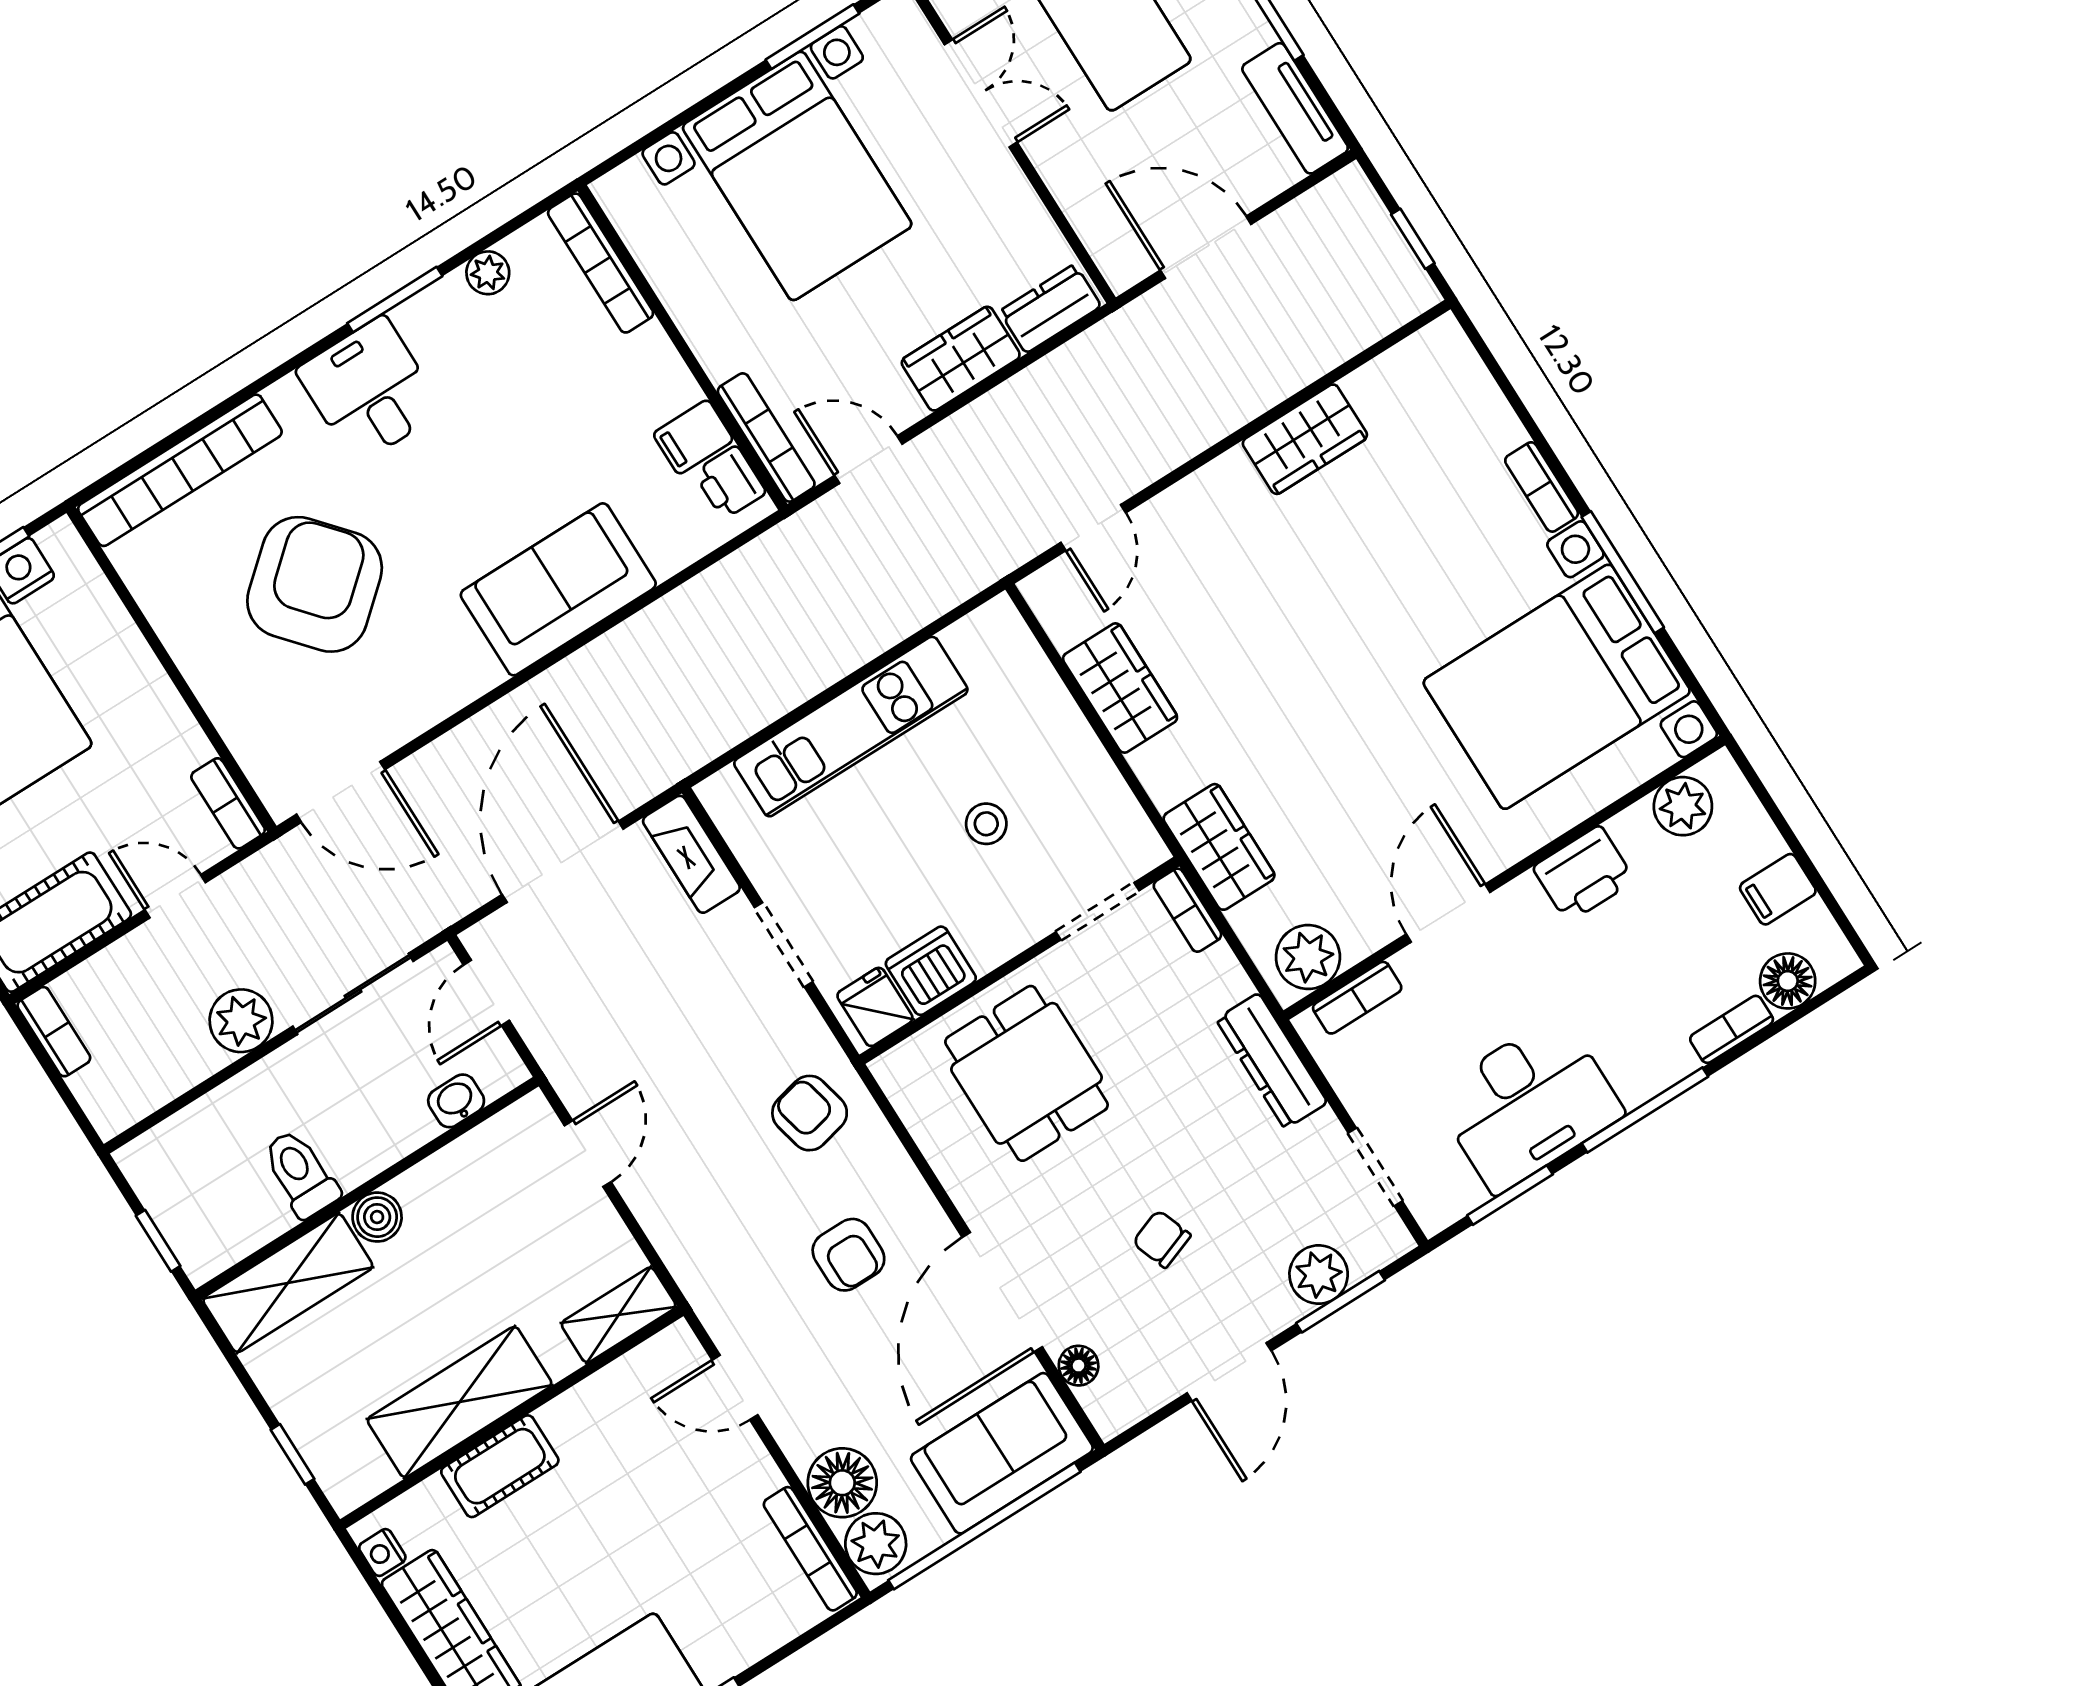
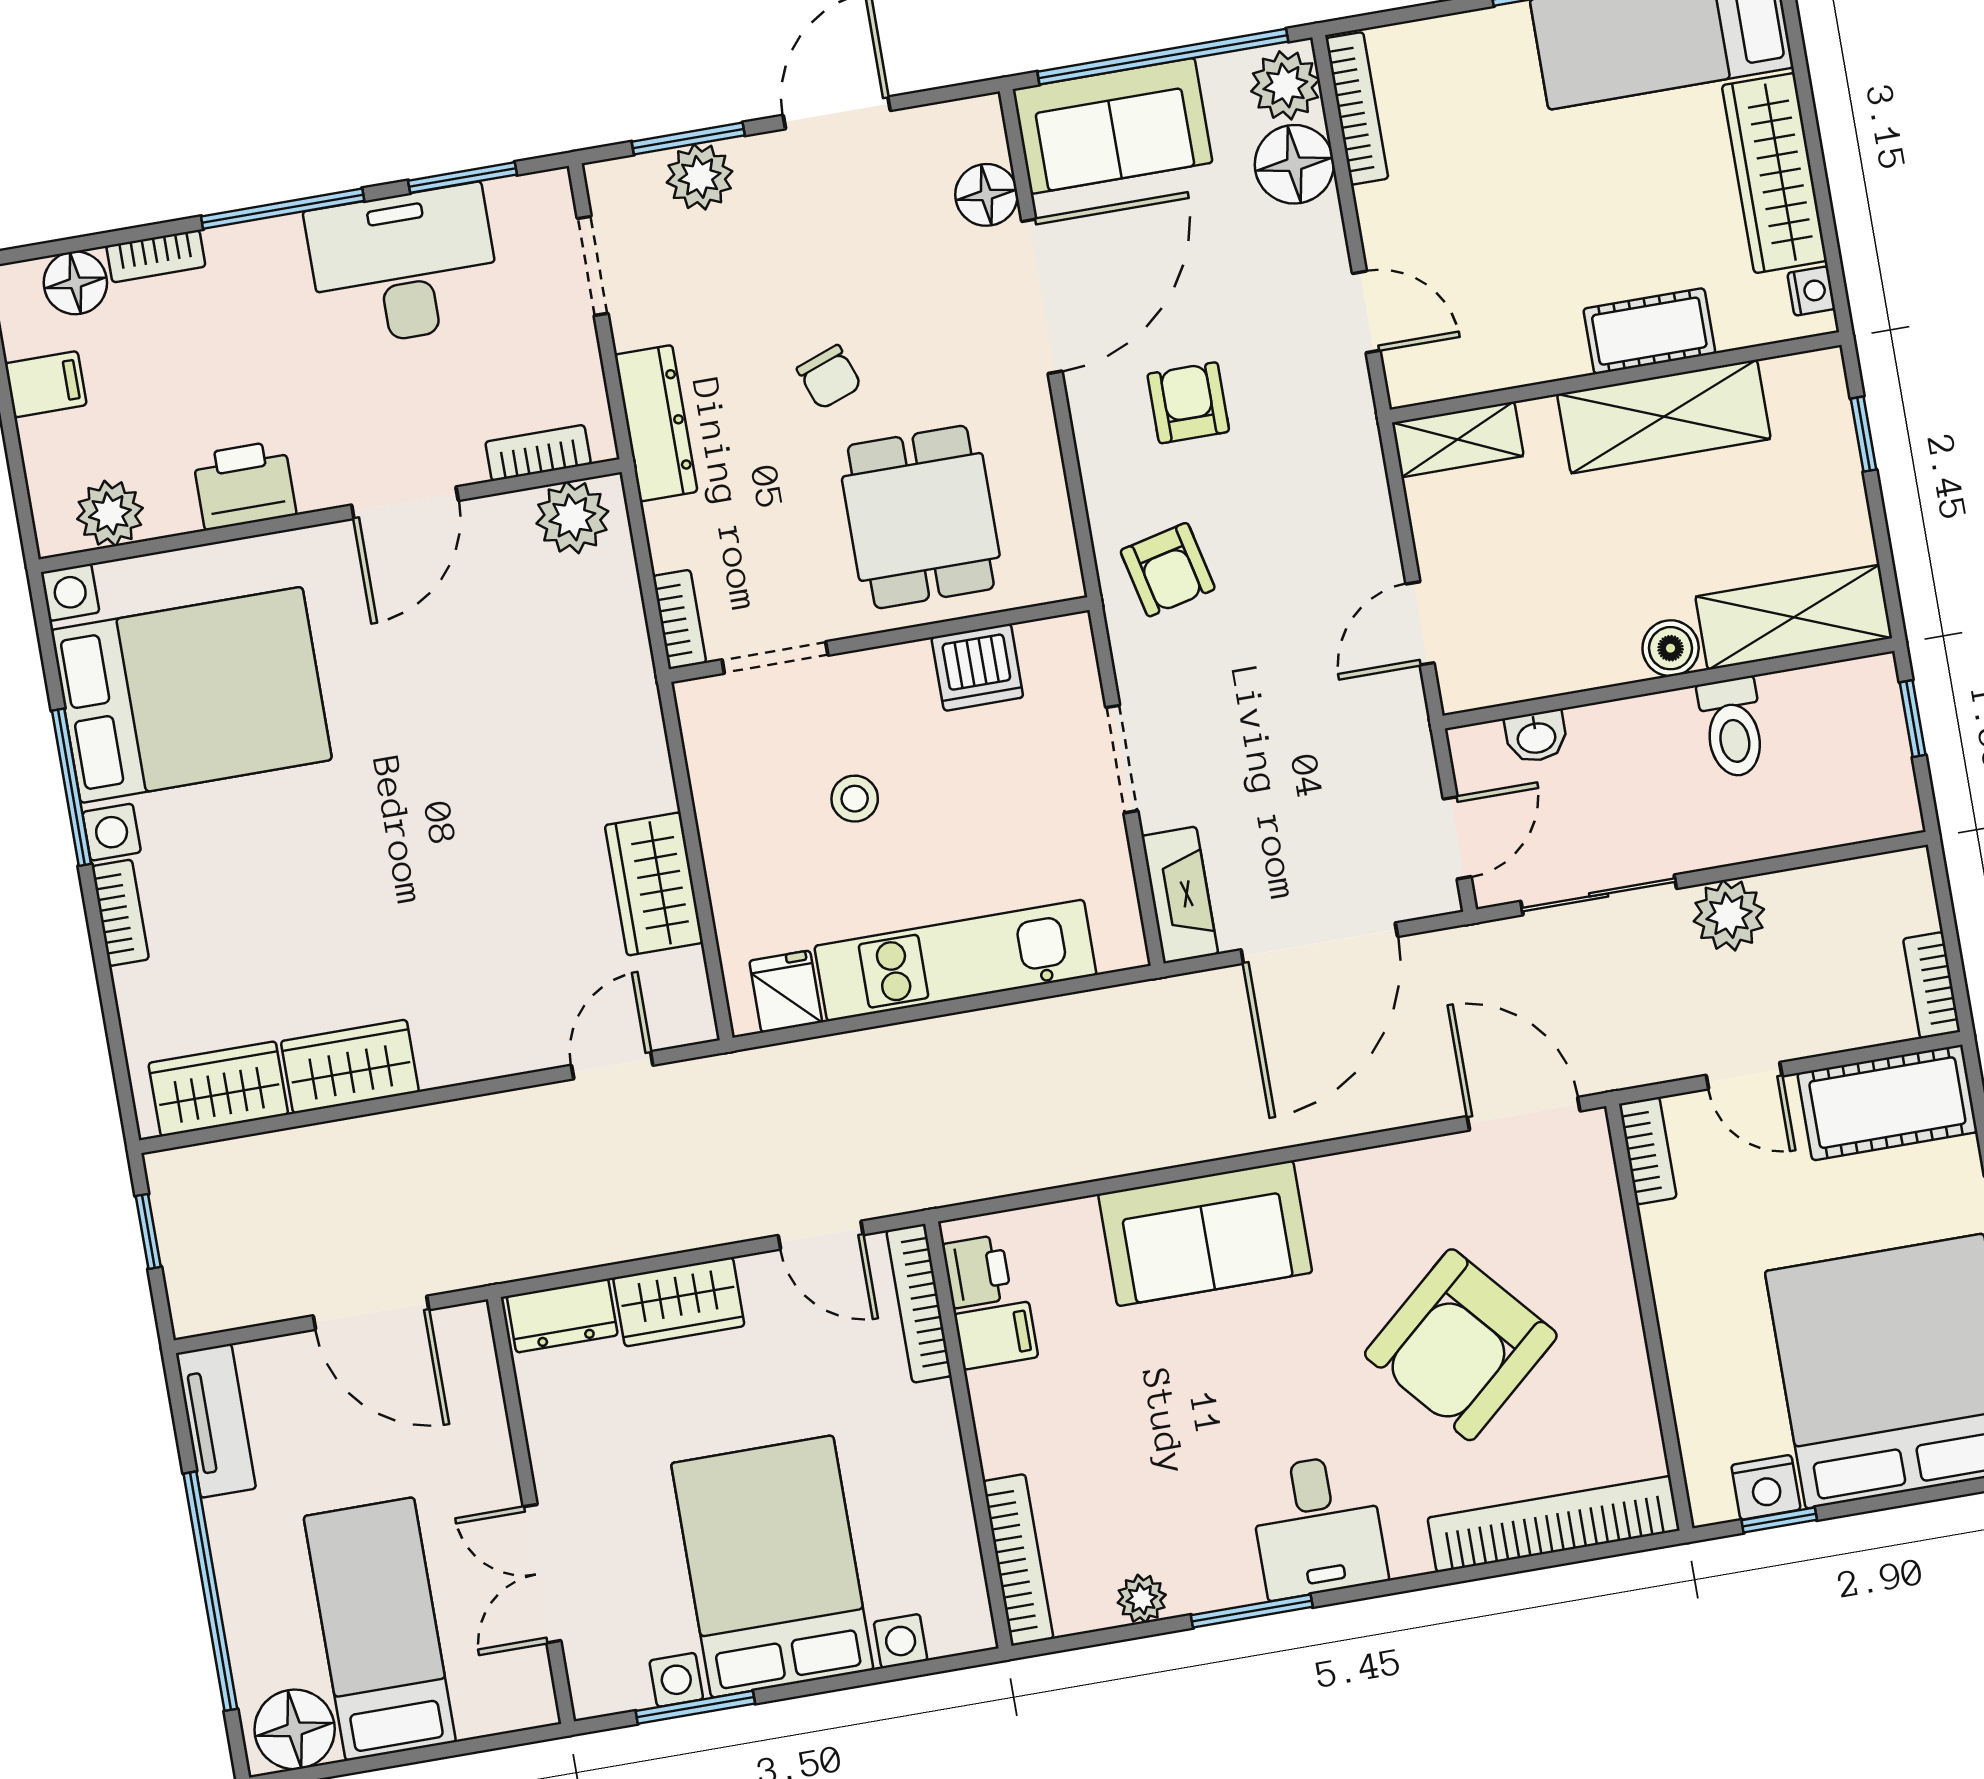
wardrobe: (1219, 847) -> (218, 1089), moved, turned 90
fridge: (875, 1007) -> (786, 992), moved, turned 180
chair: (1162, 1239) -> (829, 377), moved
floor lamp: (1079, 1366) -> (986, 195), width x1.37, depth x1.37

